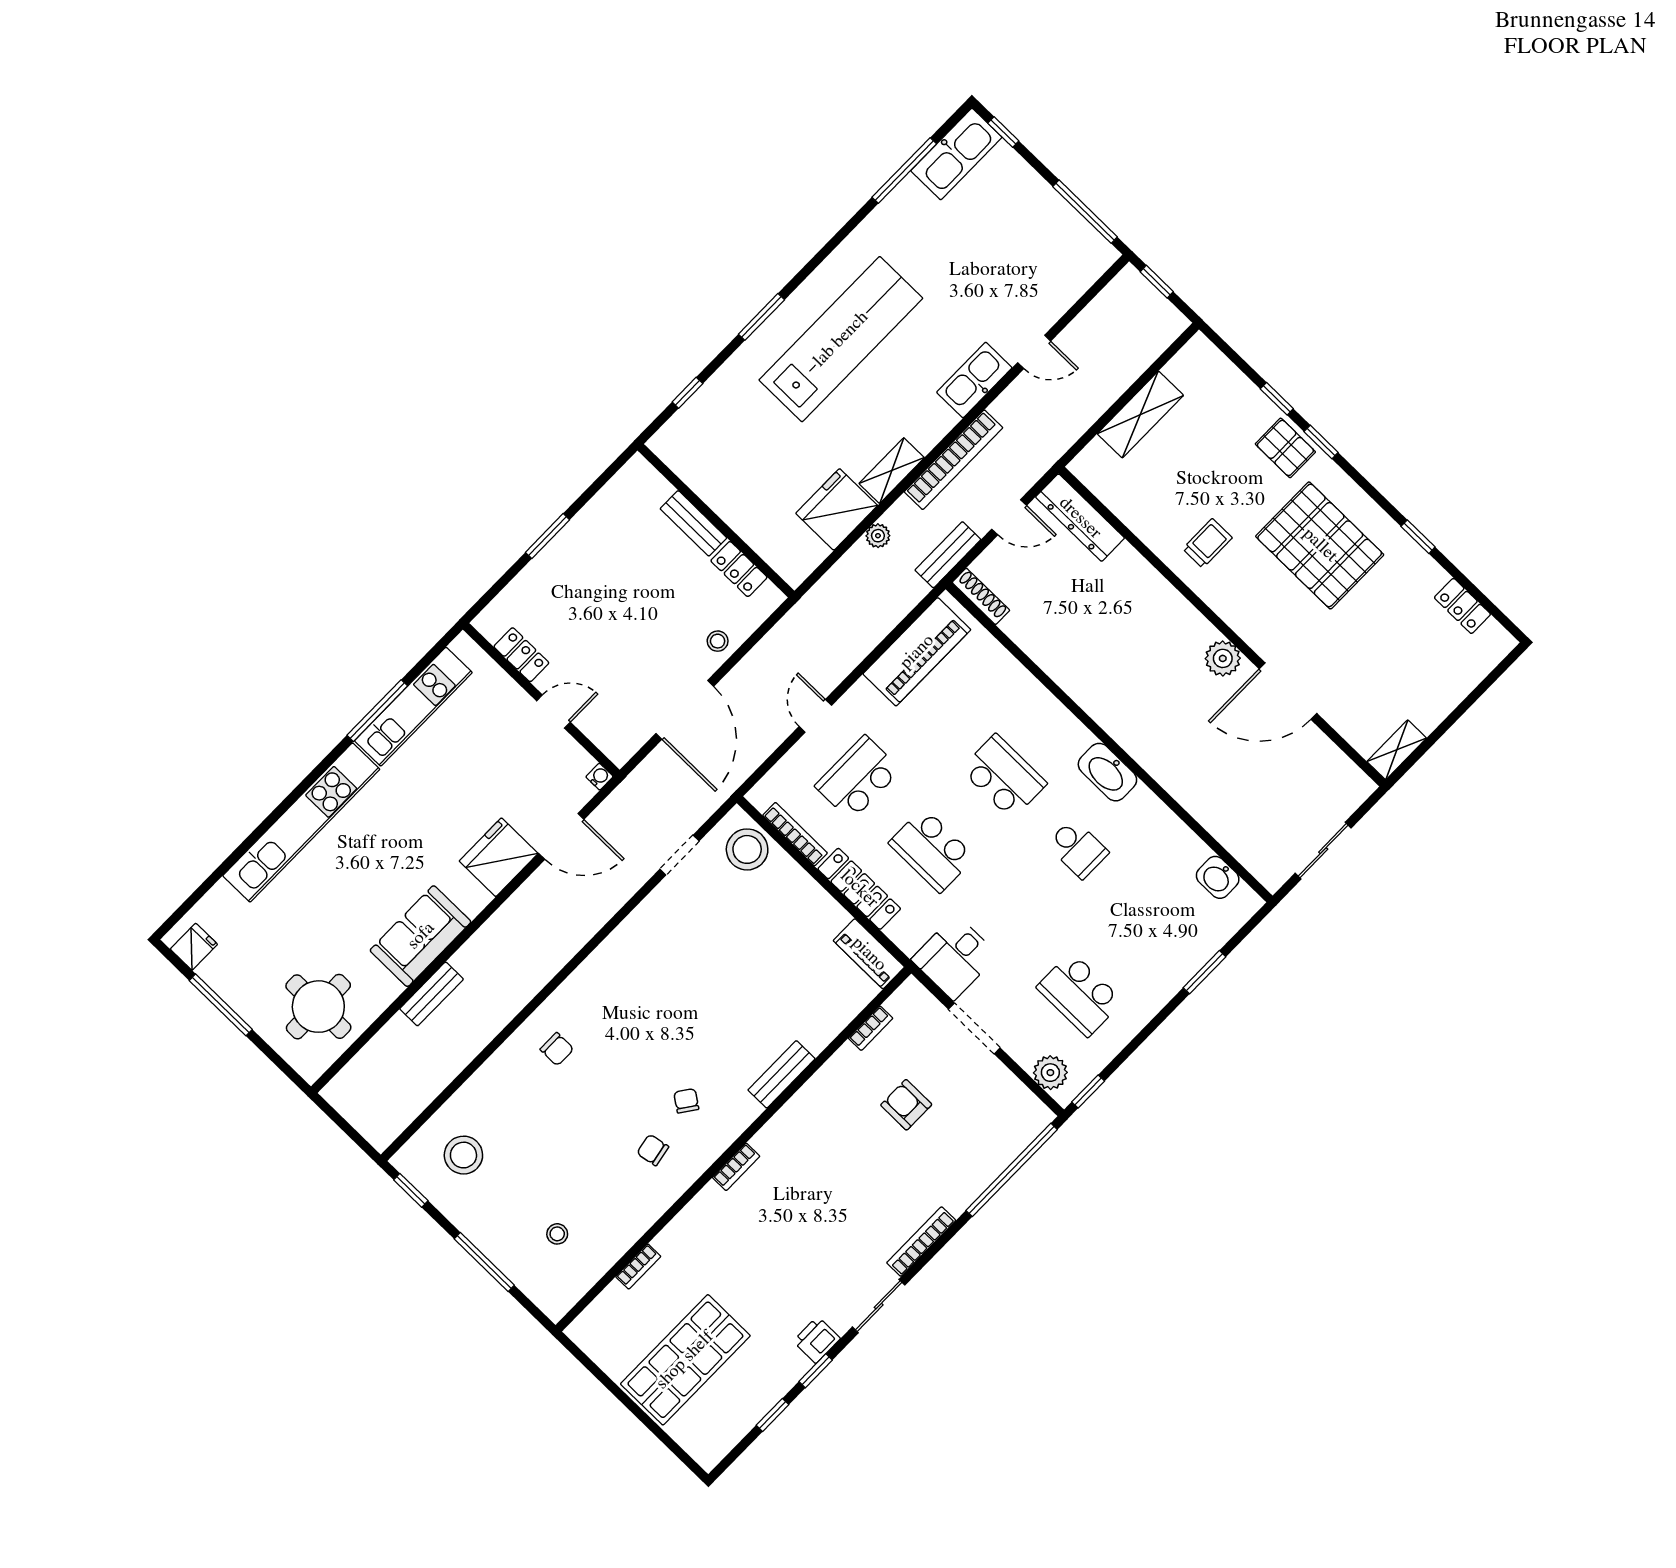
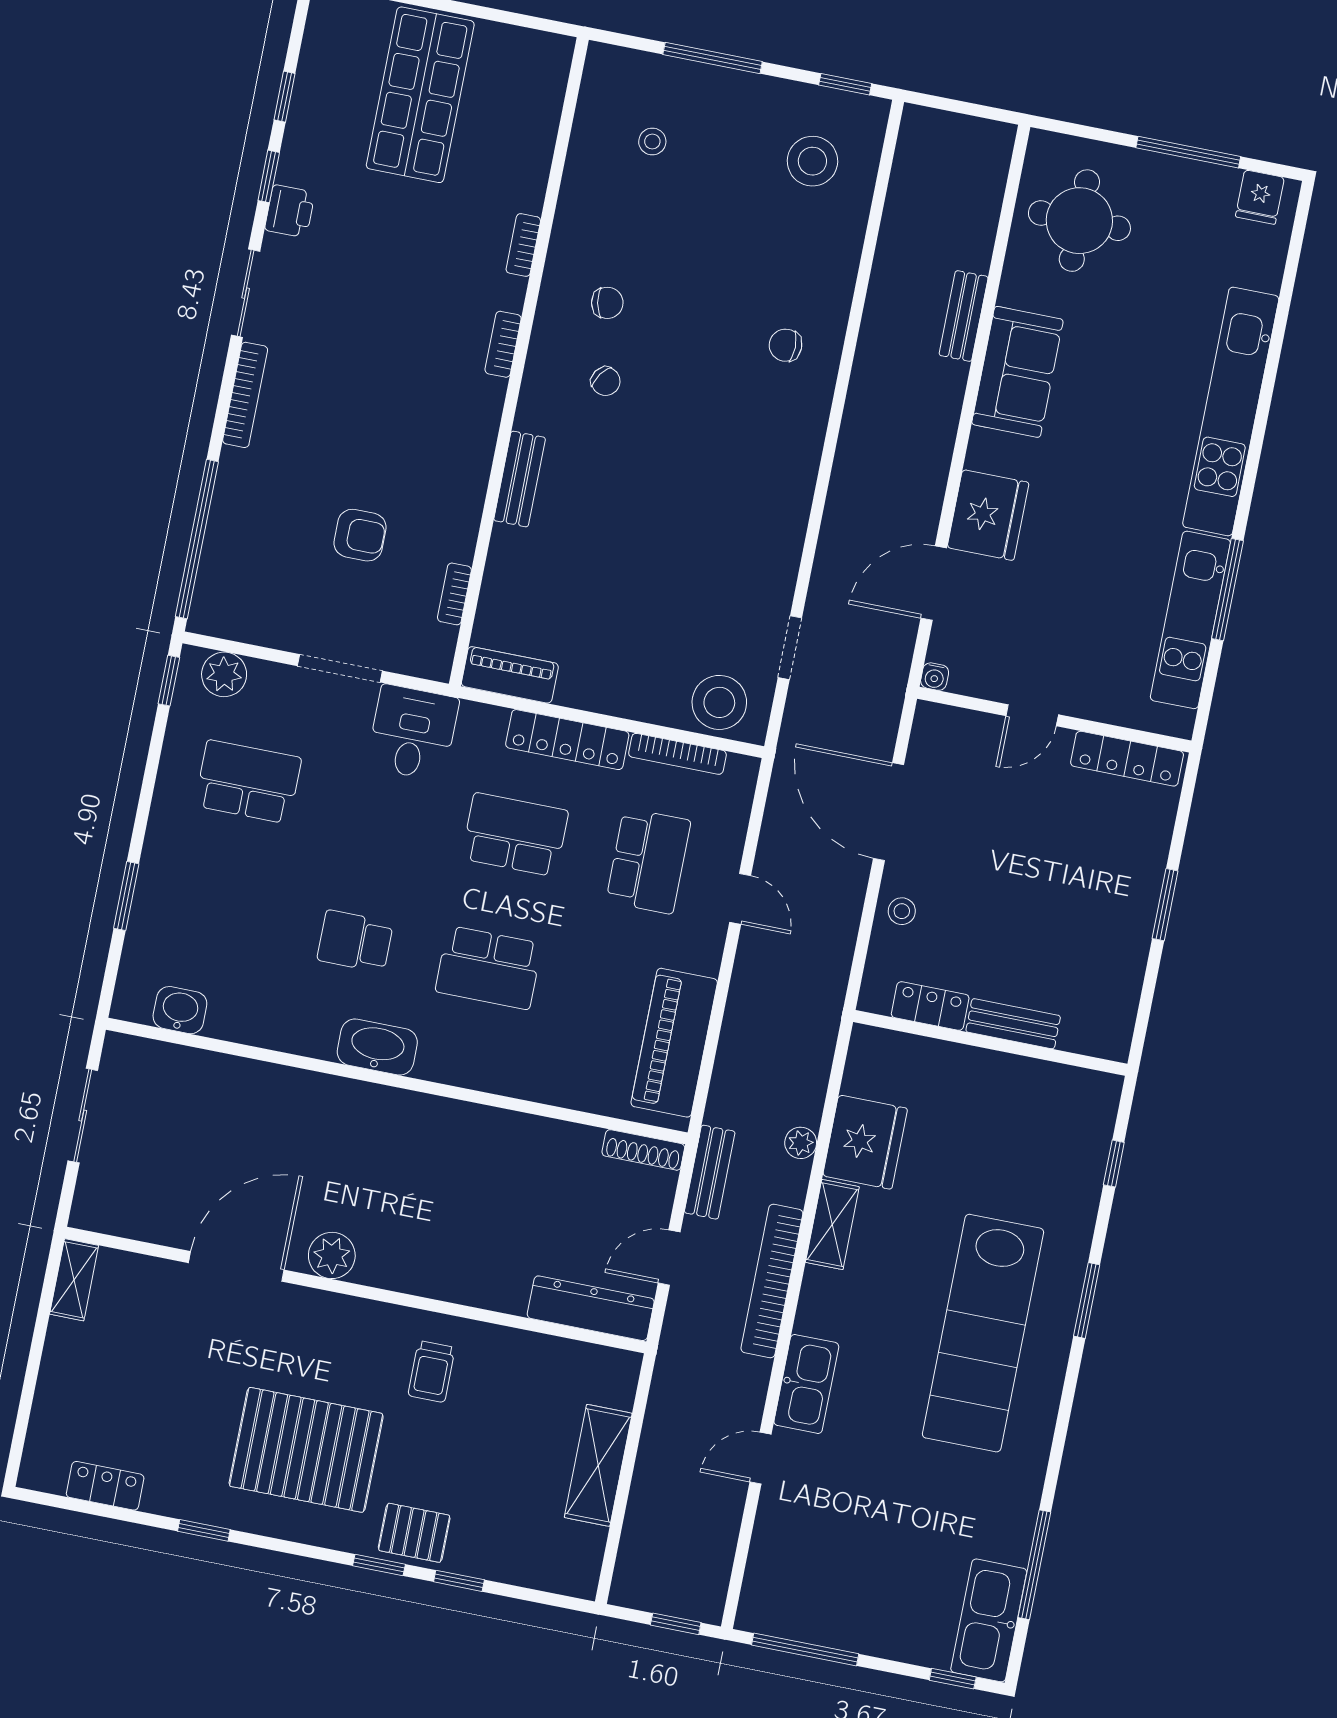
locker: (521, 655) -> (1127, 759), width x1.53
bookcase: (638, 1267) -> (523, 245), moved

